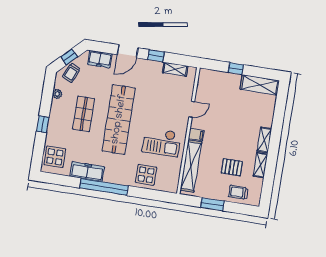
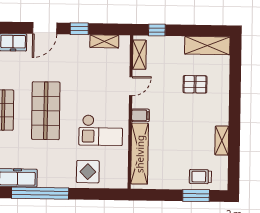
window: (236, 69) -> (157, 30), moved
shop shelf: (119, 119) -> (46, 111), width x0.71
shelving: (264, 140) -> (139, 55), moved
pallet: (232, 167) -> (195, 84), moved
window: (212, 204) -> (196, 196), moved

